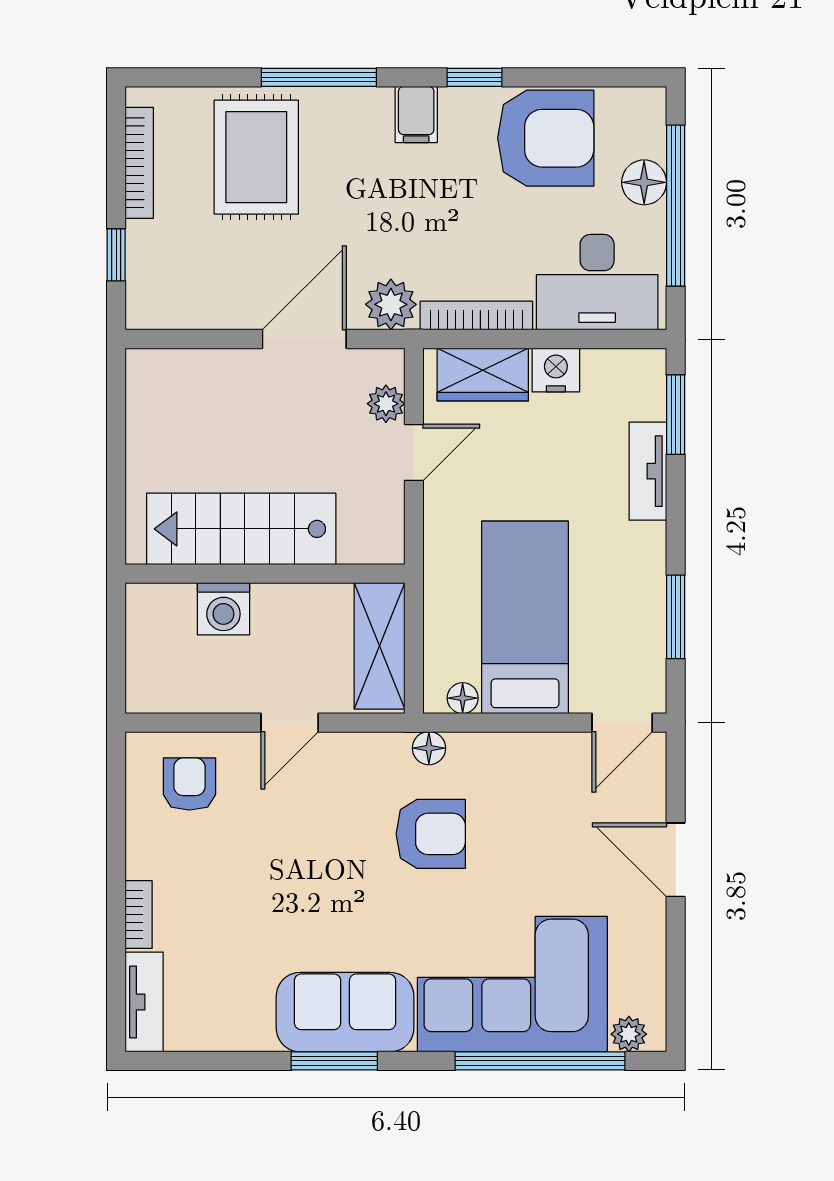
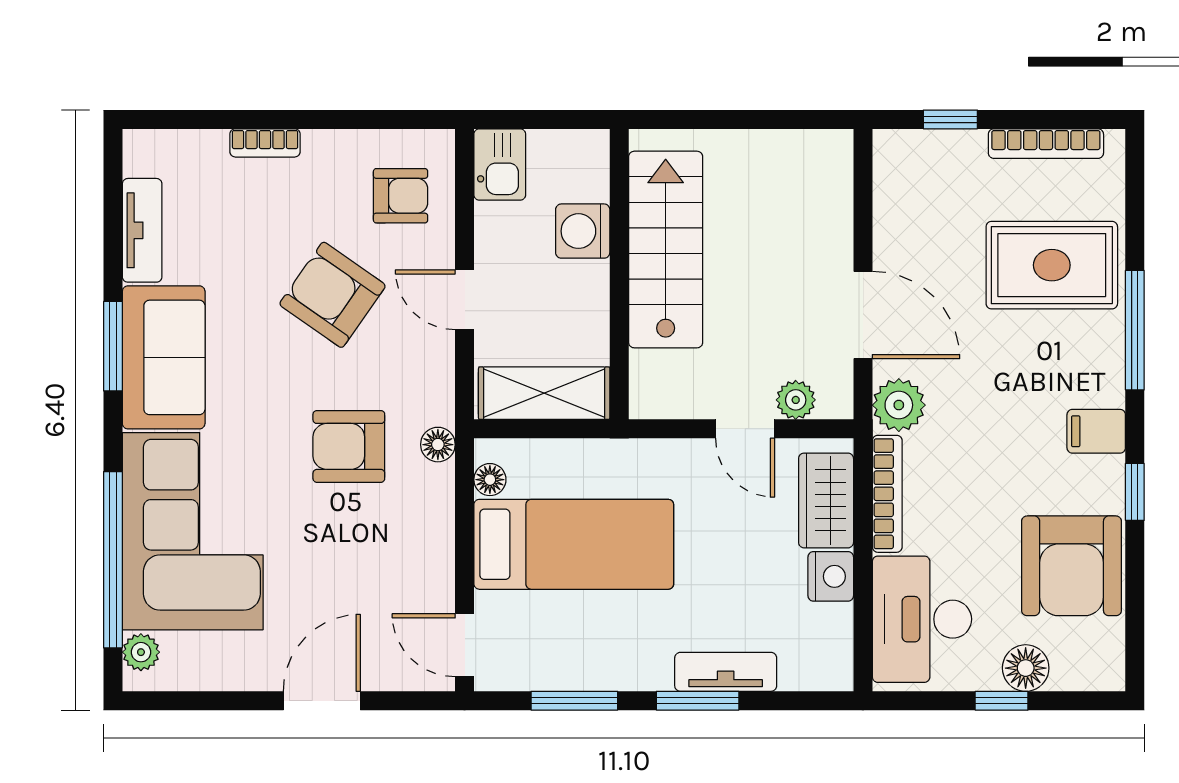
window: (676, 206) -> (1002, 701), width x0.32
window: (676, 415) -> (698, 701), moved
kitchen sink: (159, 689) -> (500, 165), added
armchair: (431, 834) -> (349, 446), turned 90
armchair: (285, 850) -> (333, 295), added
tv unit: (144, 1002) -> (142, 230), moved, turned -90

